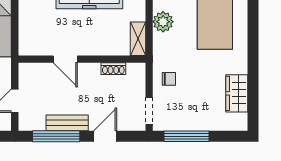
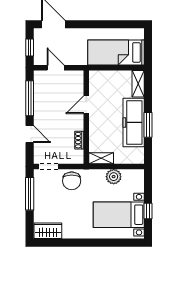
chair: (169, 79) -> (72, 181), width x1.87, depth x1.87
wardrobe: (237, 93) -> (48, 231), moved
bench: (67, 123) -> (39, 106), removed

